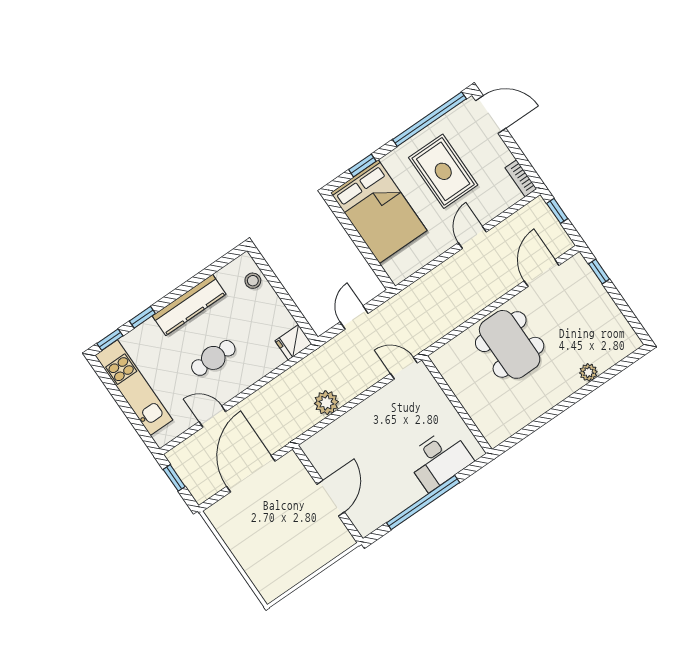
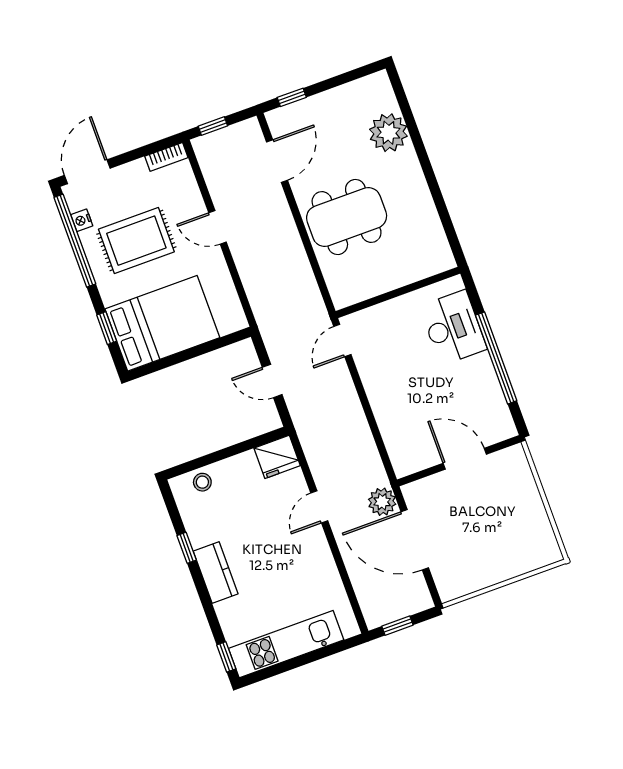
nightstand: (448, 121) -> (82, 220), added
door: (542, 273) -> (277, 161), swing flipped
kitchen counter: (189, 305) -> (216, 572), width x0.67
window: (142, 317) -> (187, 548), moved
fridge: (293, 342) -> (277, 457), width x1.38
cafe table: (213, 358) -> (276, 548), removed
plant: (588, 372) -> (388, 133), width x1.88, depth x1.88
plant: (326, 403) -> (382, 502), moved
door: (212, 417) -> (319, 507), moved

